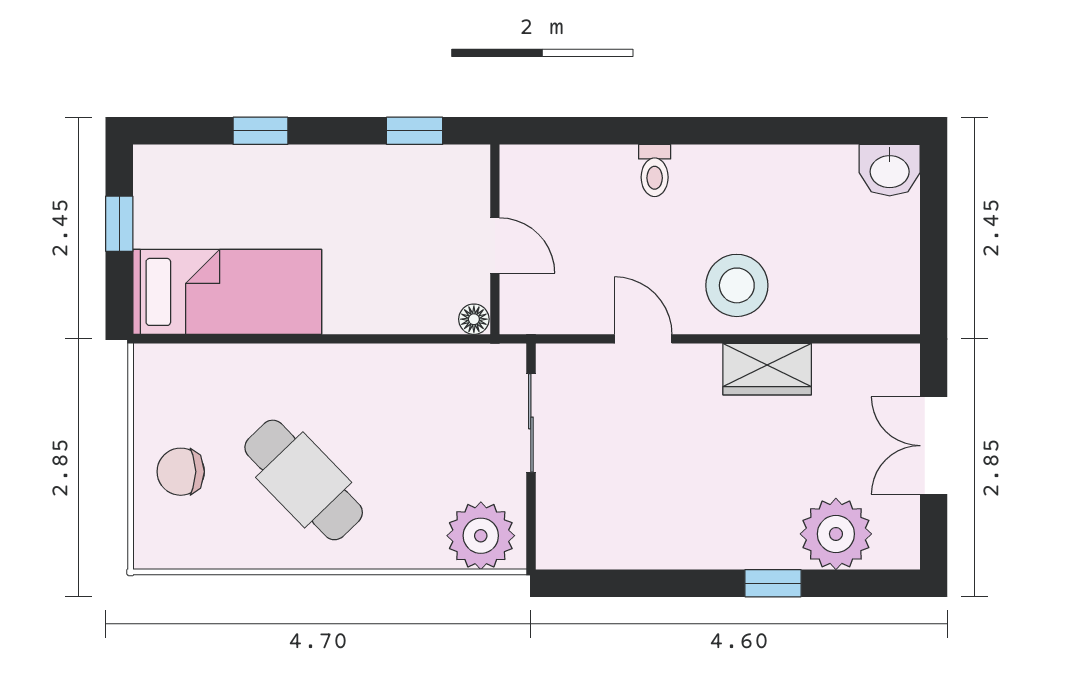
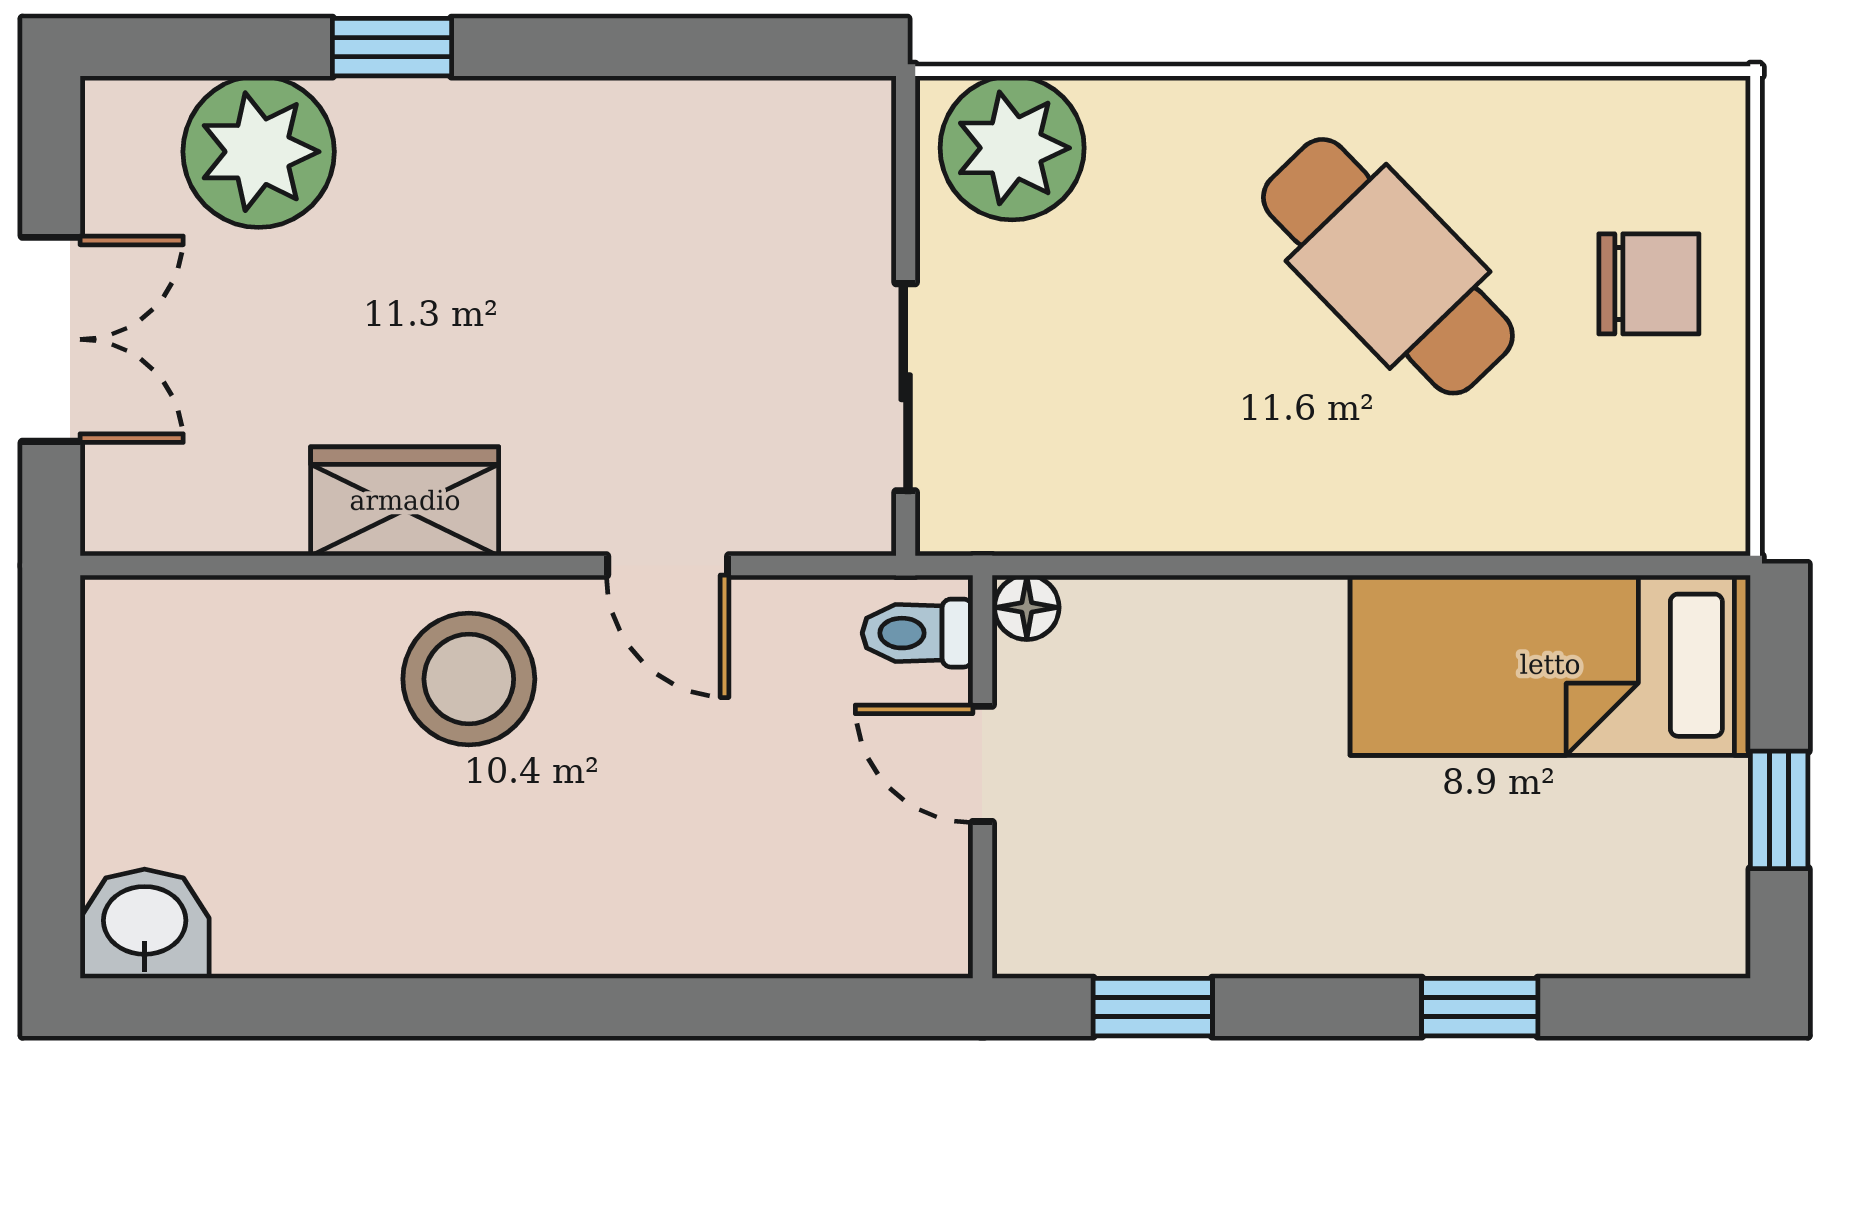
toilet: (655, 170) -> (917, 633), moved, turned -90

